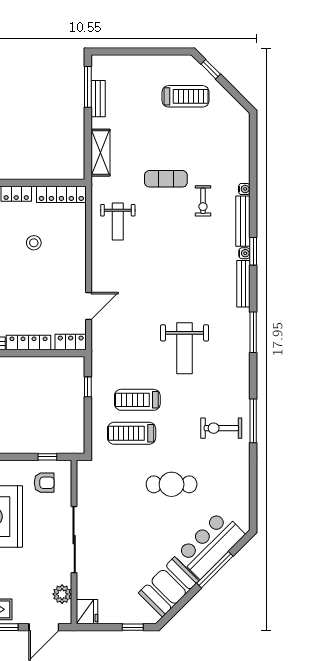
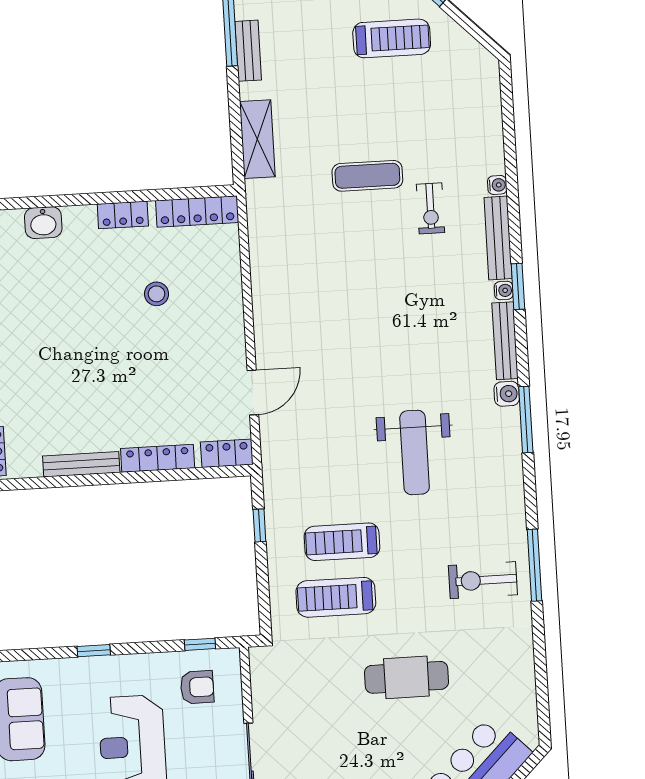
weight bench: (118, 221) -> (293, 251), removed
water cooler: (243, 316) -> (507, 394), added

